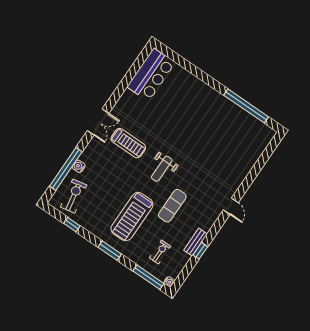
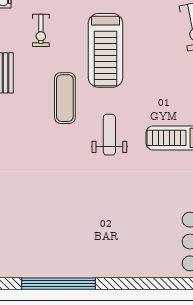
treadmill: (132, 217) -> (105, 50), turned 180

